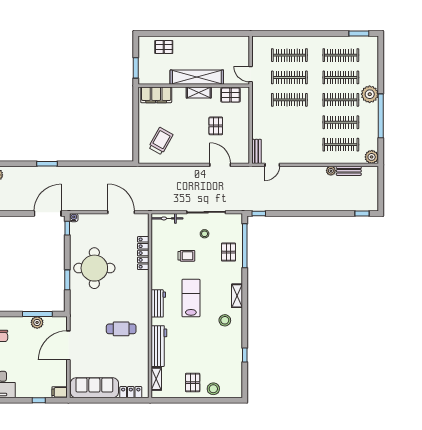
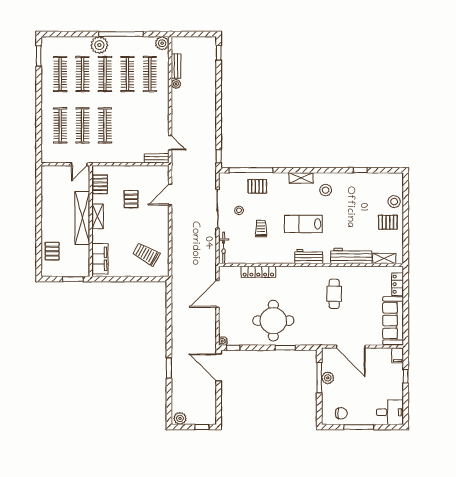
pallet: (216, 126) -> (131, 199), turned 90

